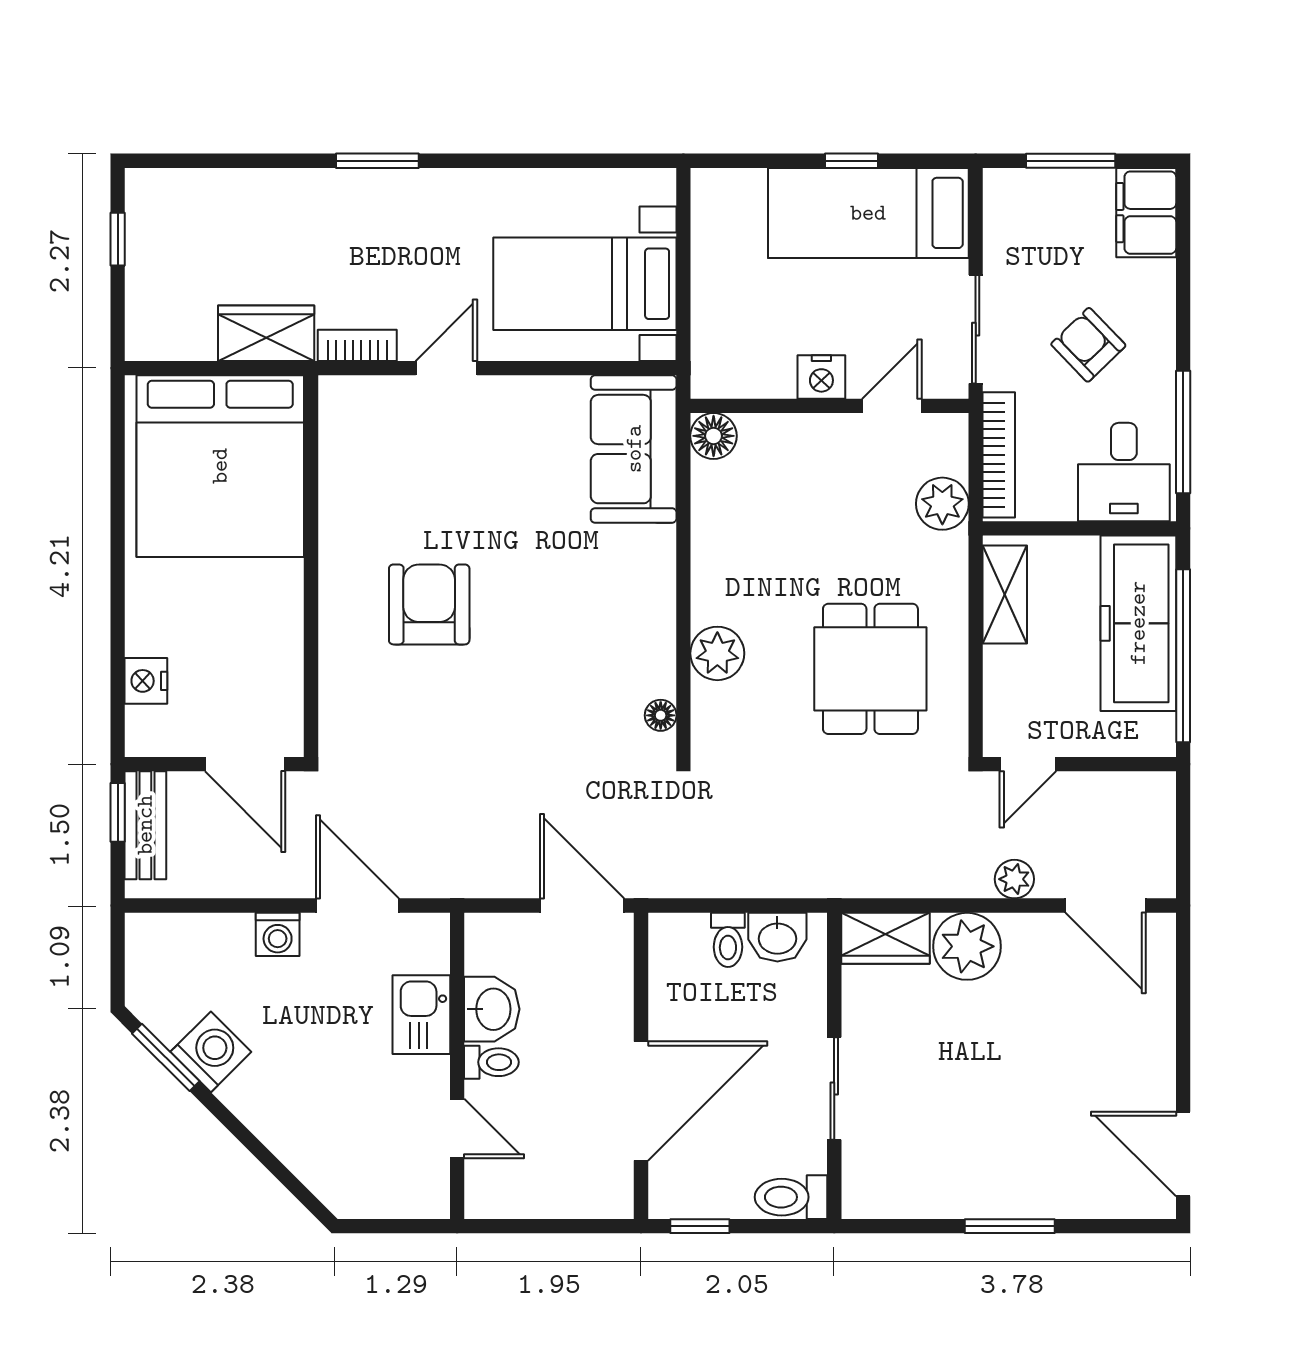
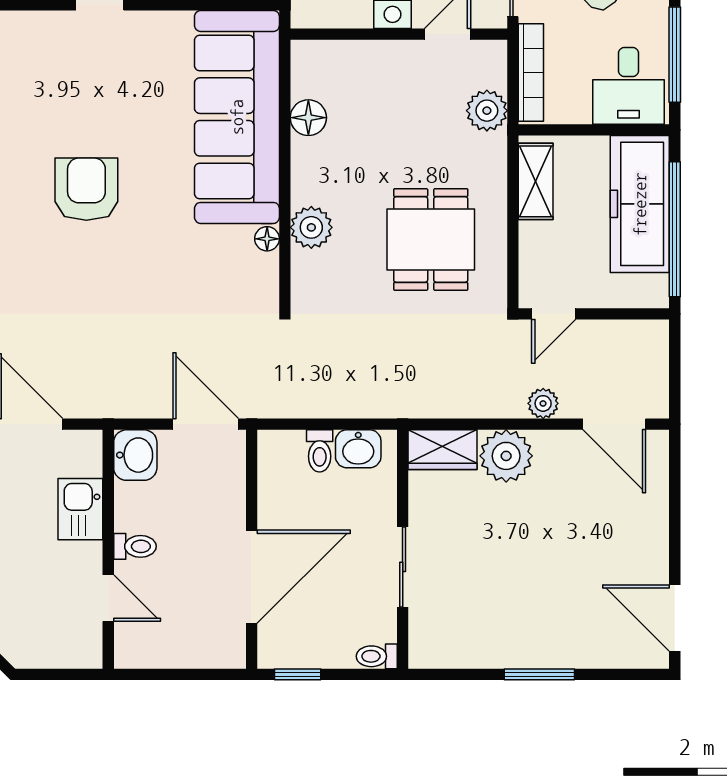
floor lamp: (714, 436) -> (308, 118), moved
sofa: (634, 449) -> (237, 117), width x1.85, depth x1.27
floor lamp: (661, 715) -> (267, 239), moved
washbasin: (492, 1009) -> (135, 455), moved
toilet: (791, 1197) -> (377, 656), width x0.73, depth x0.72

